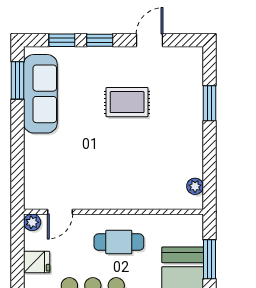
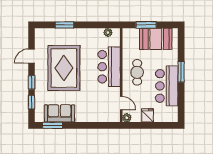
door: (150, 40) -> (32, 56), hinge flipped
sofa: (40, 94) -> (60, 113), width x0.73
rug: (127, 102) -> (64, 68), width x1.86, depth x2.06
bar counter: (129, 189) -> (109, 67), added

